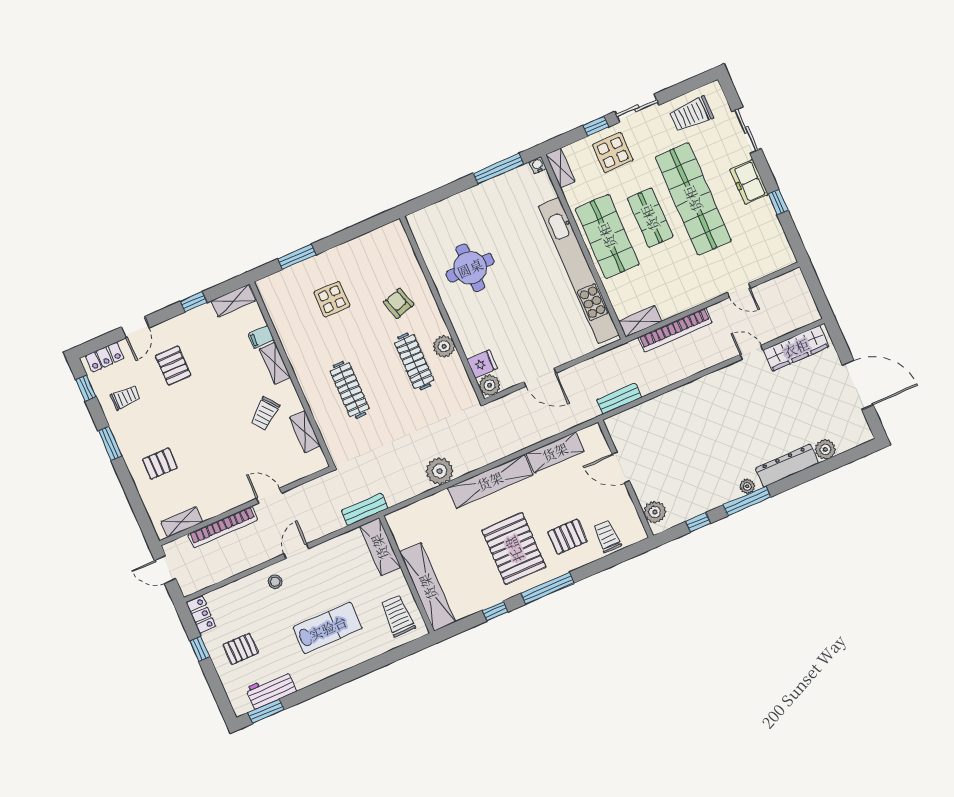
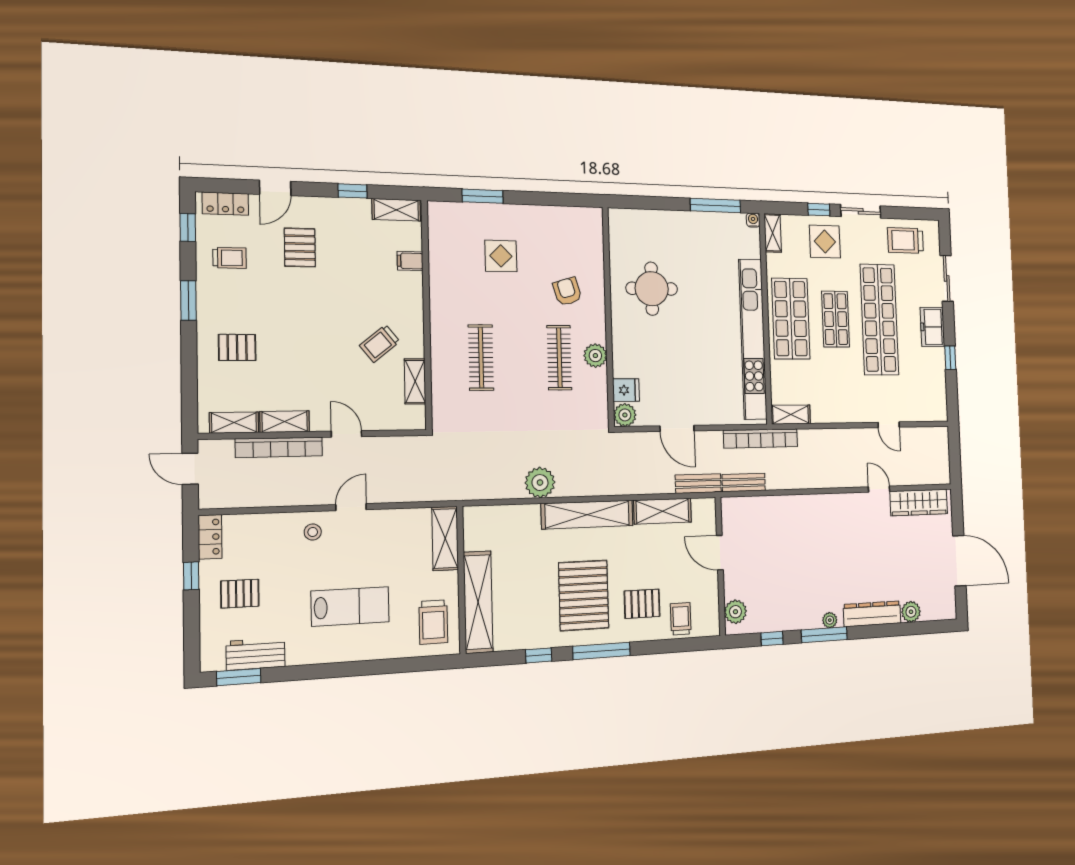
bookcase: (675, 330) -> (761, 438), moved
shelving: (275, 363) -> (285, 422), moved, turned 90
bench: (365, 510) -> (698, 484), moved
trolley: (398, 616) -> (433, 622), turned 180

